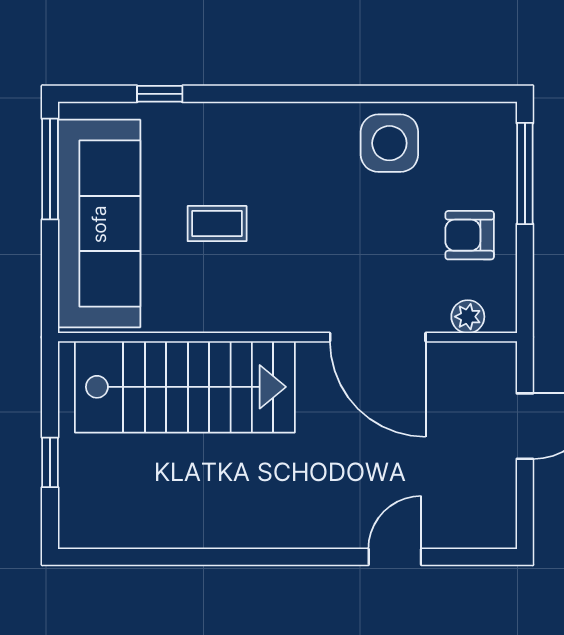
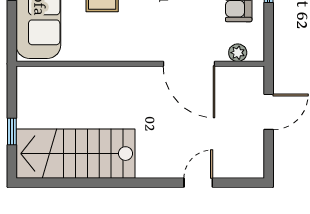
stairs: (185, 387) -> (76, 154), moved, turned 180

